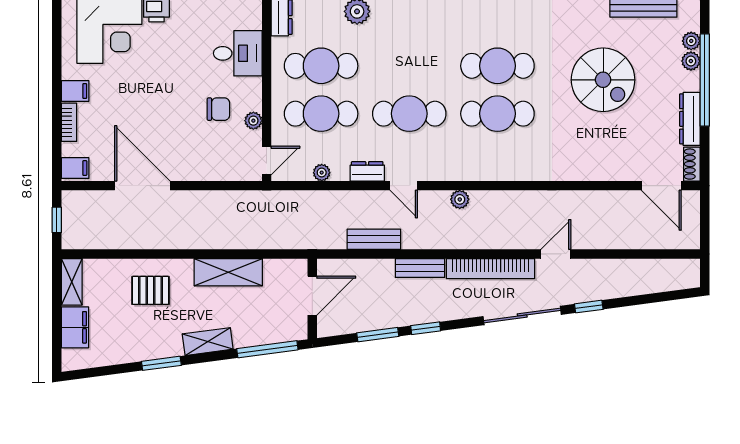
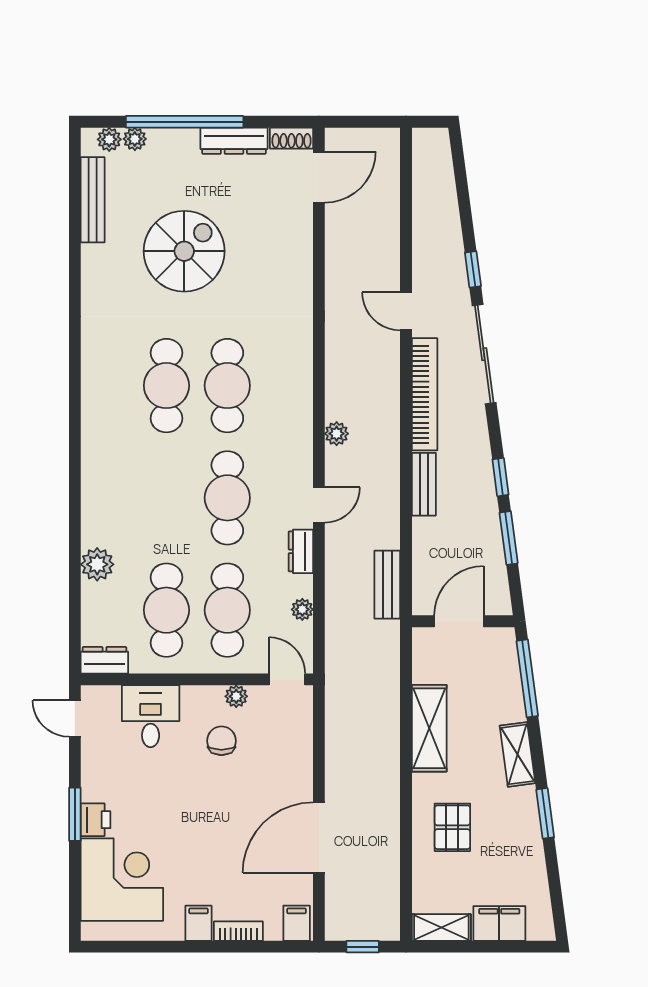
plant: (691, 61) -> (109, 139), moved
bench: (374, 239) -> (387, 585), moved
door: (312, 296) -> (459, 621), hinge flipped

